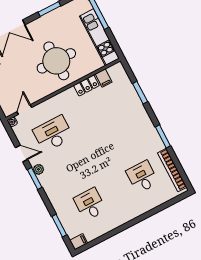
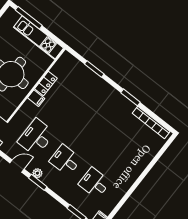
filing cabinet: (104, 78) -> (36, 98), moved
desk: (142, 177) -> (65, 160), moved

